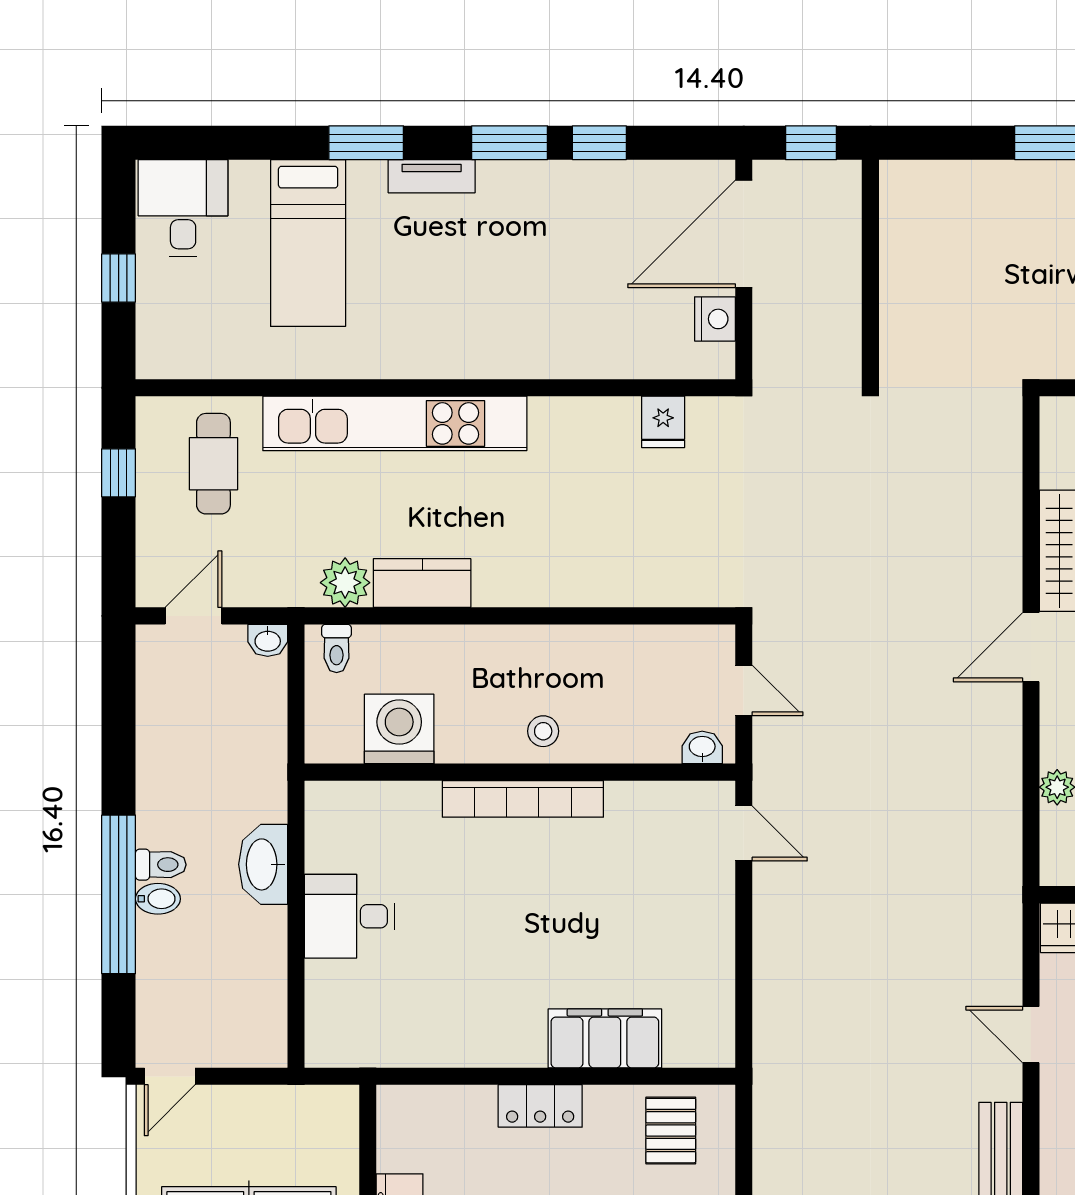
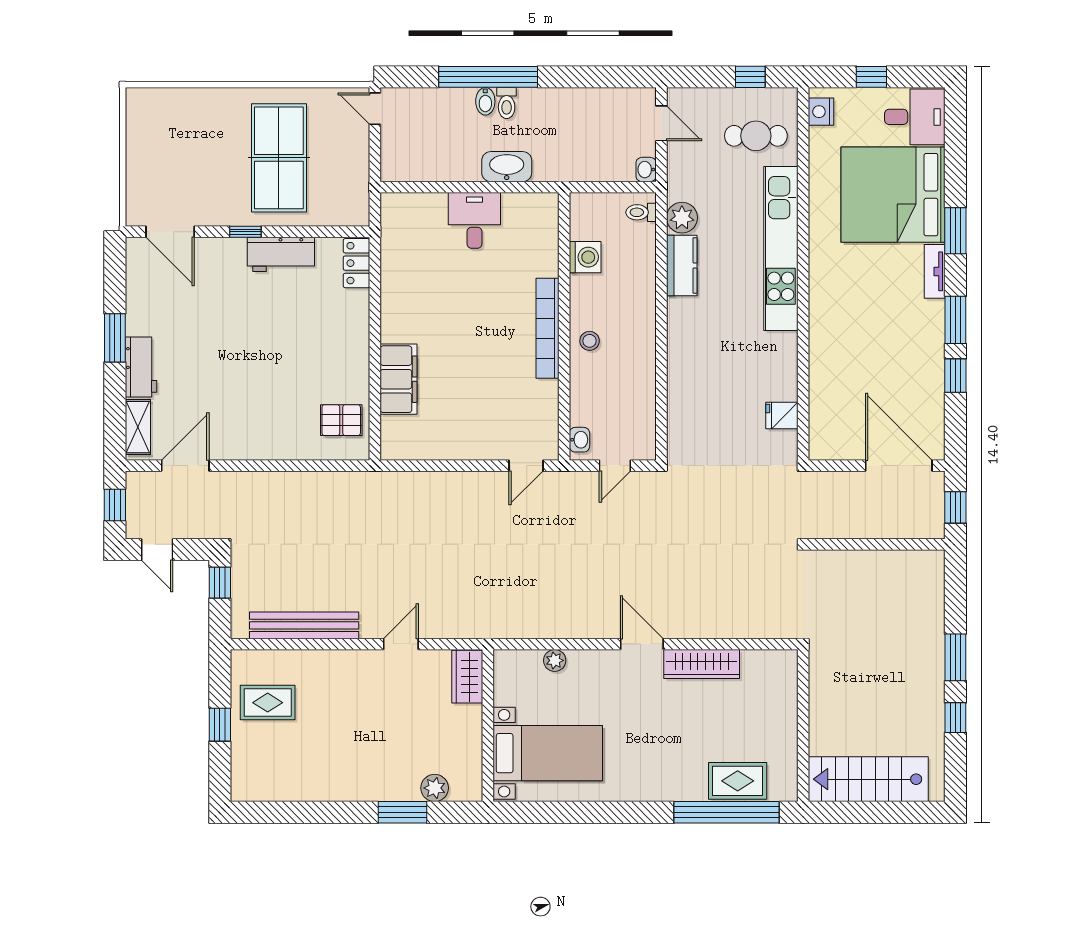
bed: (308, 243) -> (893, 195), width x2.04
nightstand: (715, 319) -> (821, 112), moved, turned 90
washing machine: (399, 729) -> (585, 257), width x0.73, depth x0.73
locker: (540, 1106) -> (357, 263), moved

